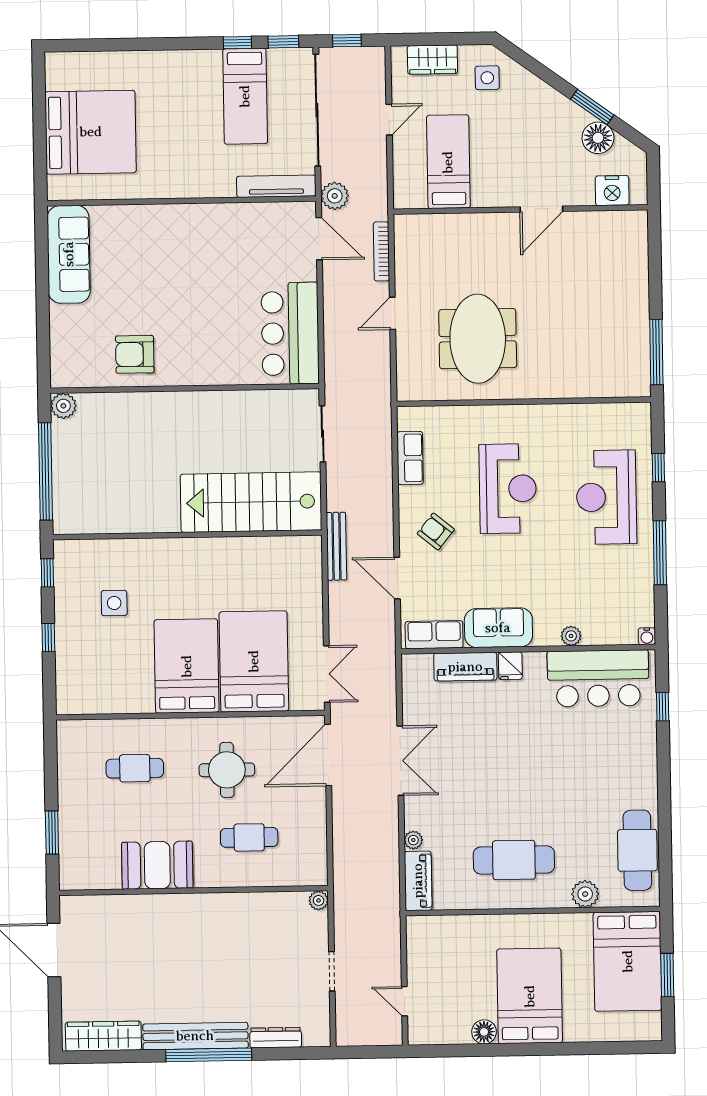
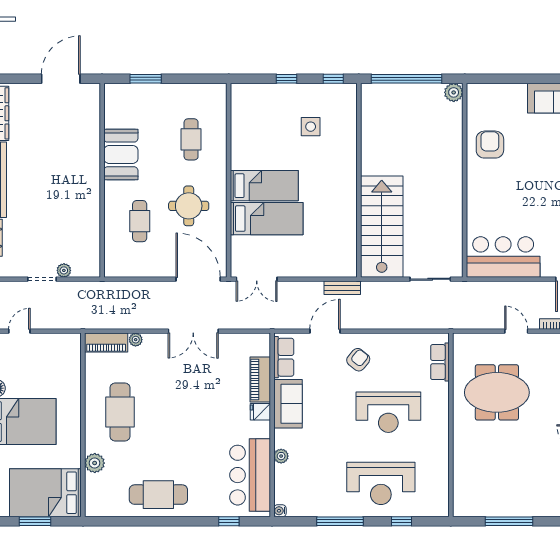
window: (656, 352) -> (509, 521), moved
row of seats: (410, 458) -> (440, 362), moved, turned 90
reception desk: (606, 497) -> (381, 483), turned 180
bench: (336, 546) -> (342, 288), width x0.73
bed: (254, 661) -> (267, 219), width x0.67
bed: (187, 666) -> (264, 186), width x0.67
cafe table: (637, 850) -> (158, 495), moved
plant: (319, 900) -> (64, 270), moved

